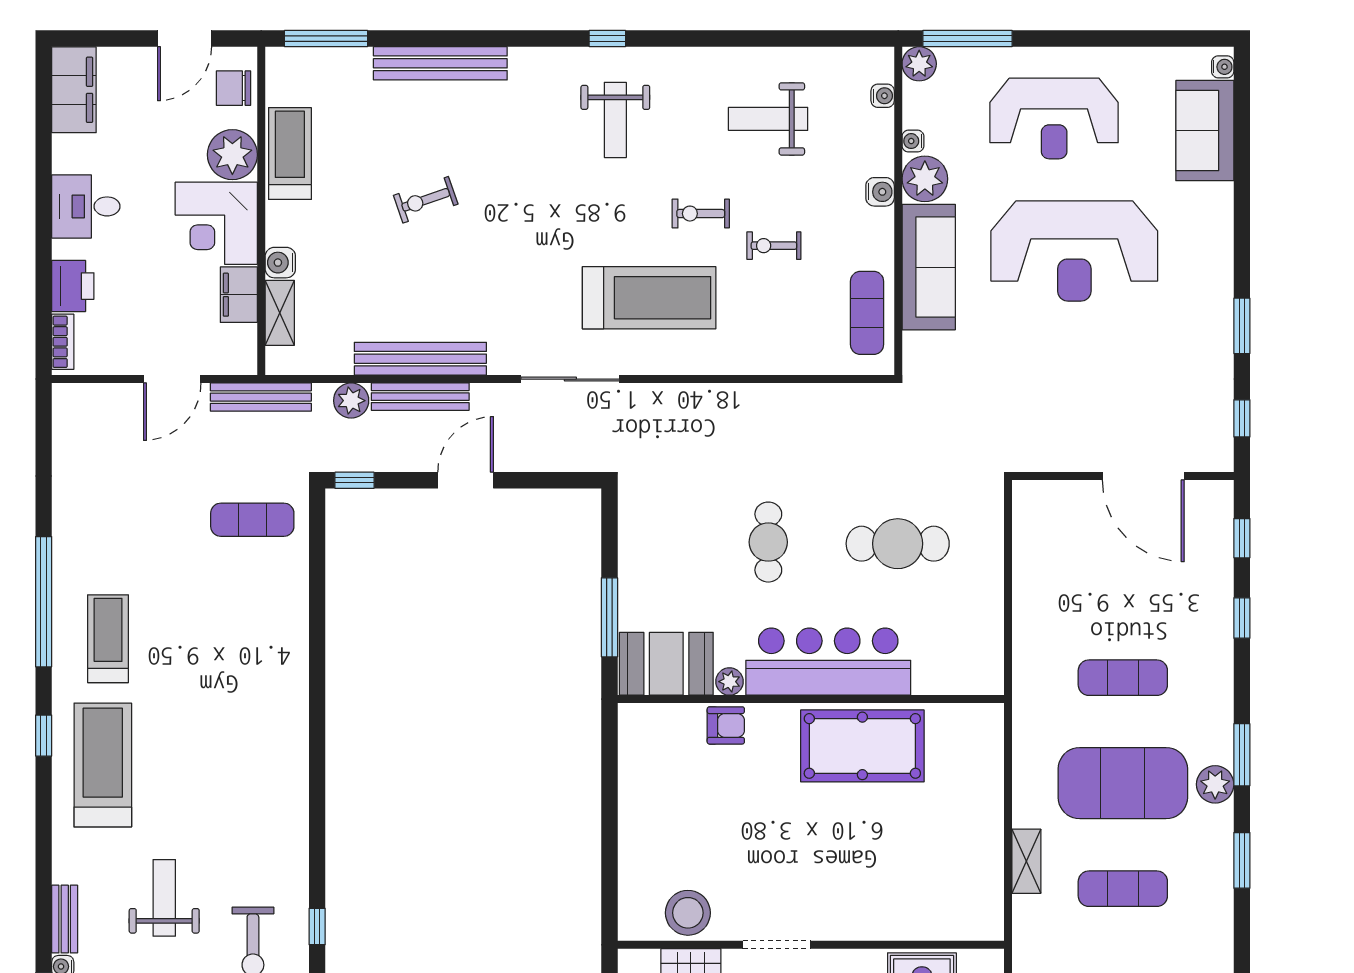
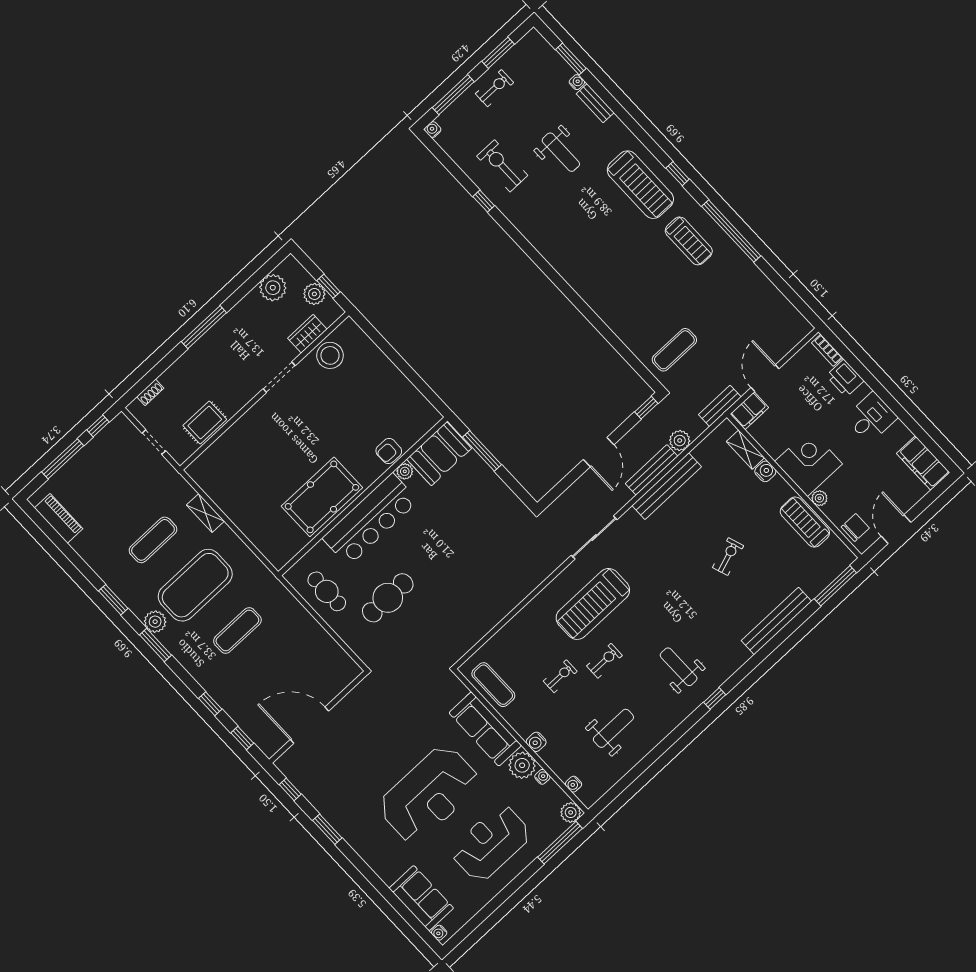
treadmill: (290, 153) -> (805, 522), turned 180
plant: (232, 155) -> (819, 498), width x0.53, depth x0.53
reception desk: (1074, 251) -> (429, 794), turned 180
filing cabinet: (239, 295) -> (749, 411), moved, turned 90
bench: (261, 397) -> (720, 406), width x0.73
cafe table: (768, 542) -> (327, 591), moved

